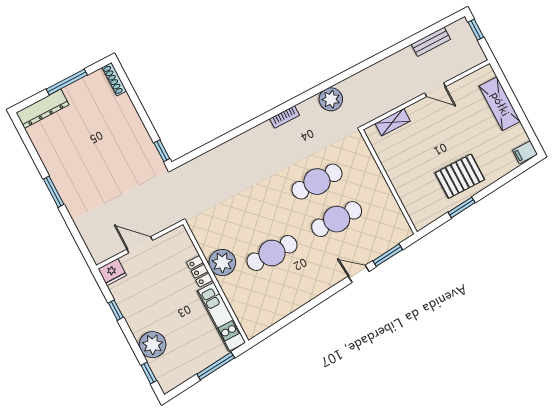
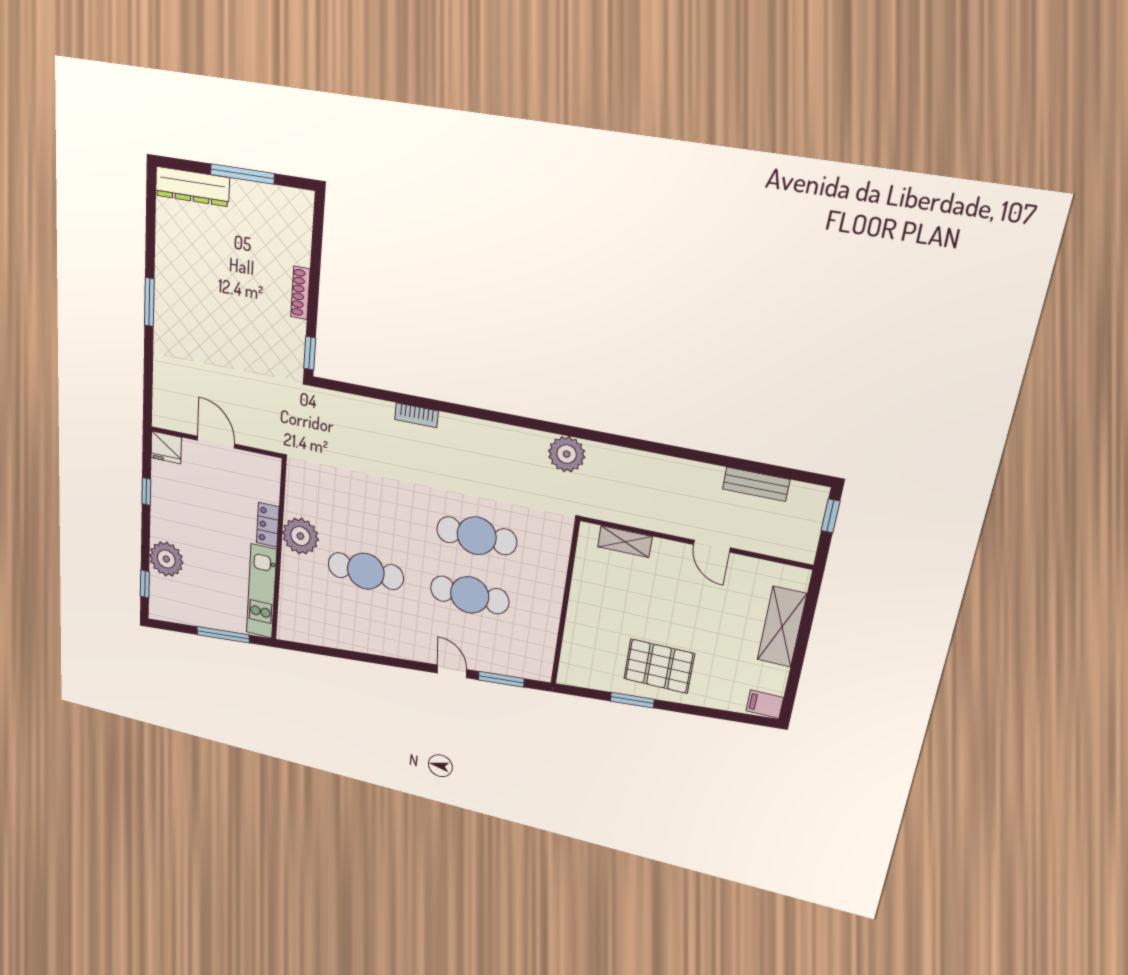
shoe rack: (114, 79) -> (300, 293), moved
bookcase: (284, 117) -> (416, 415), moved

